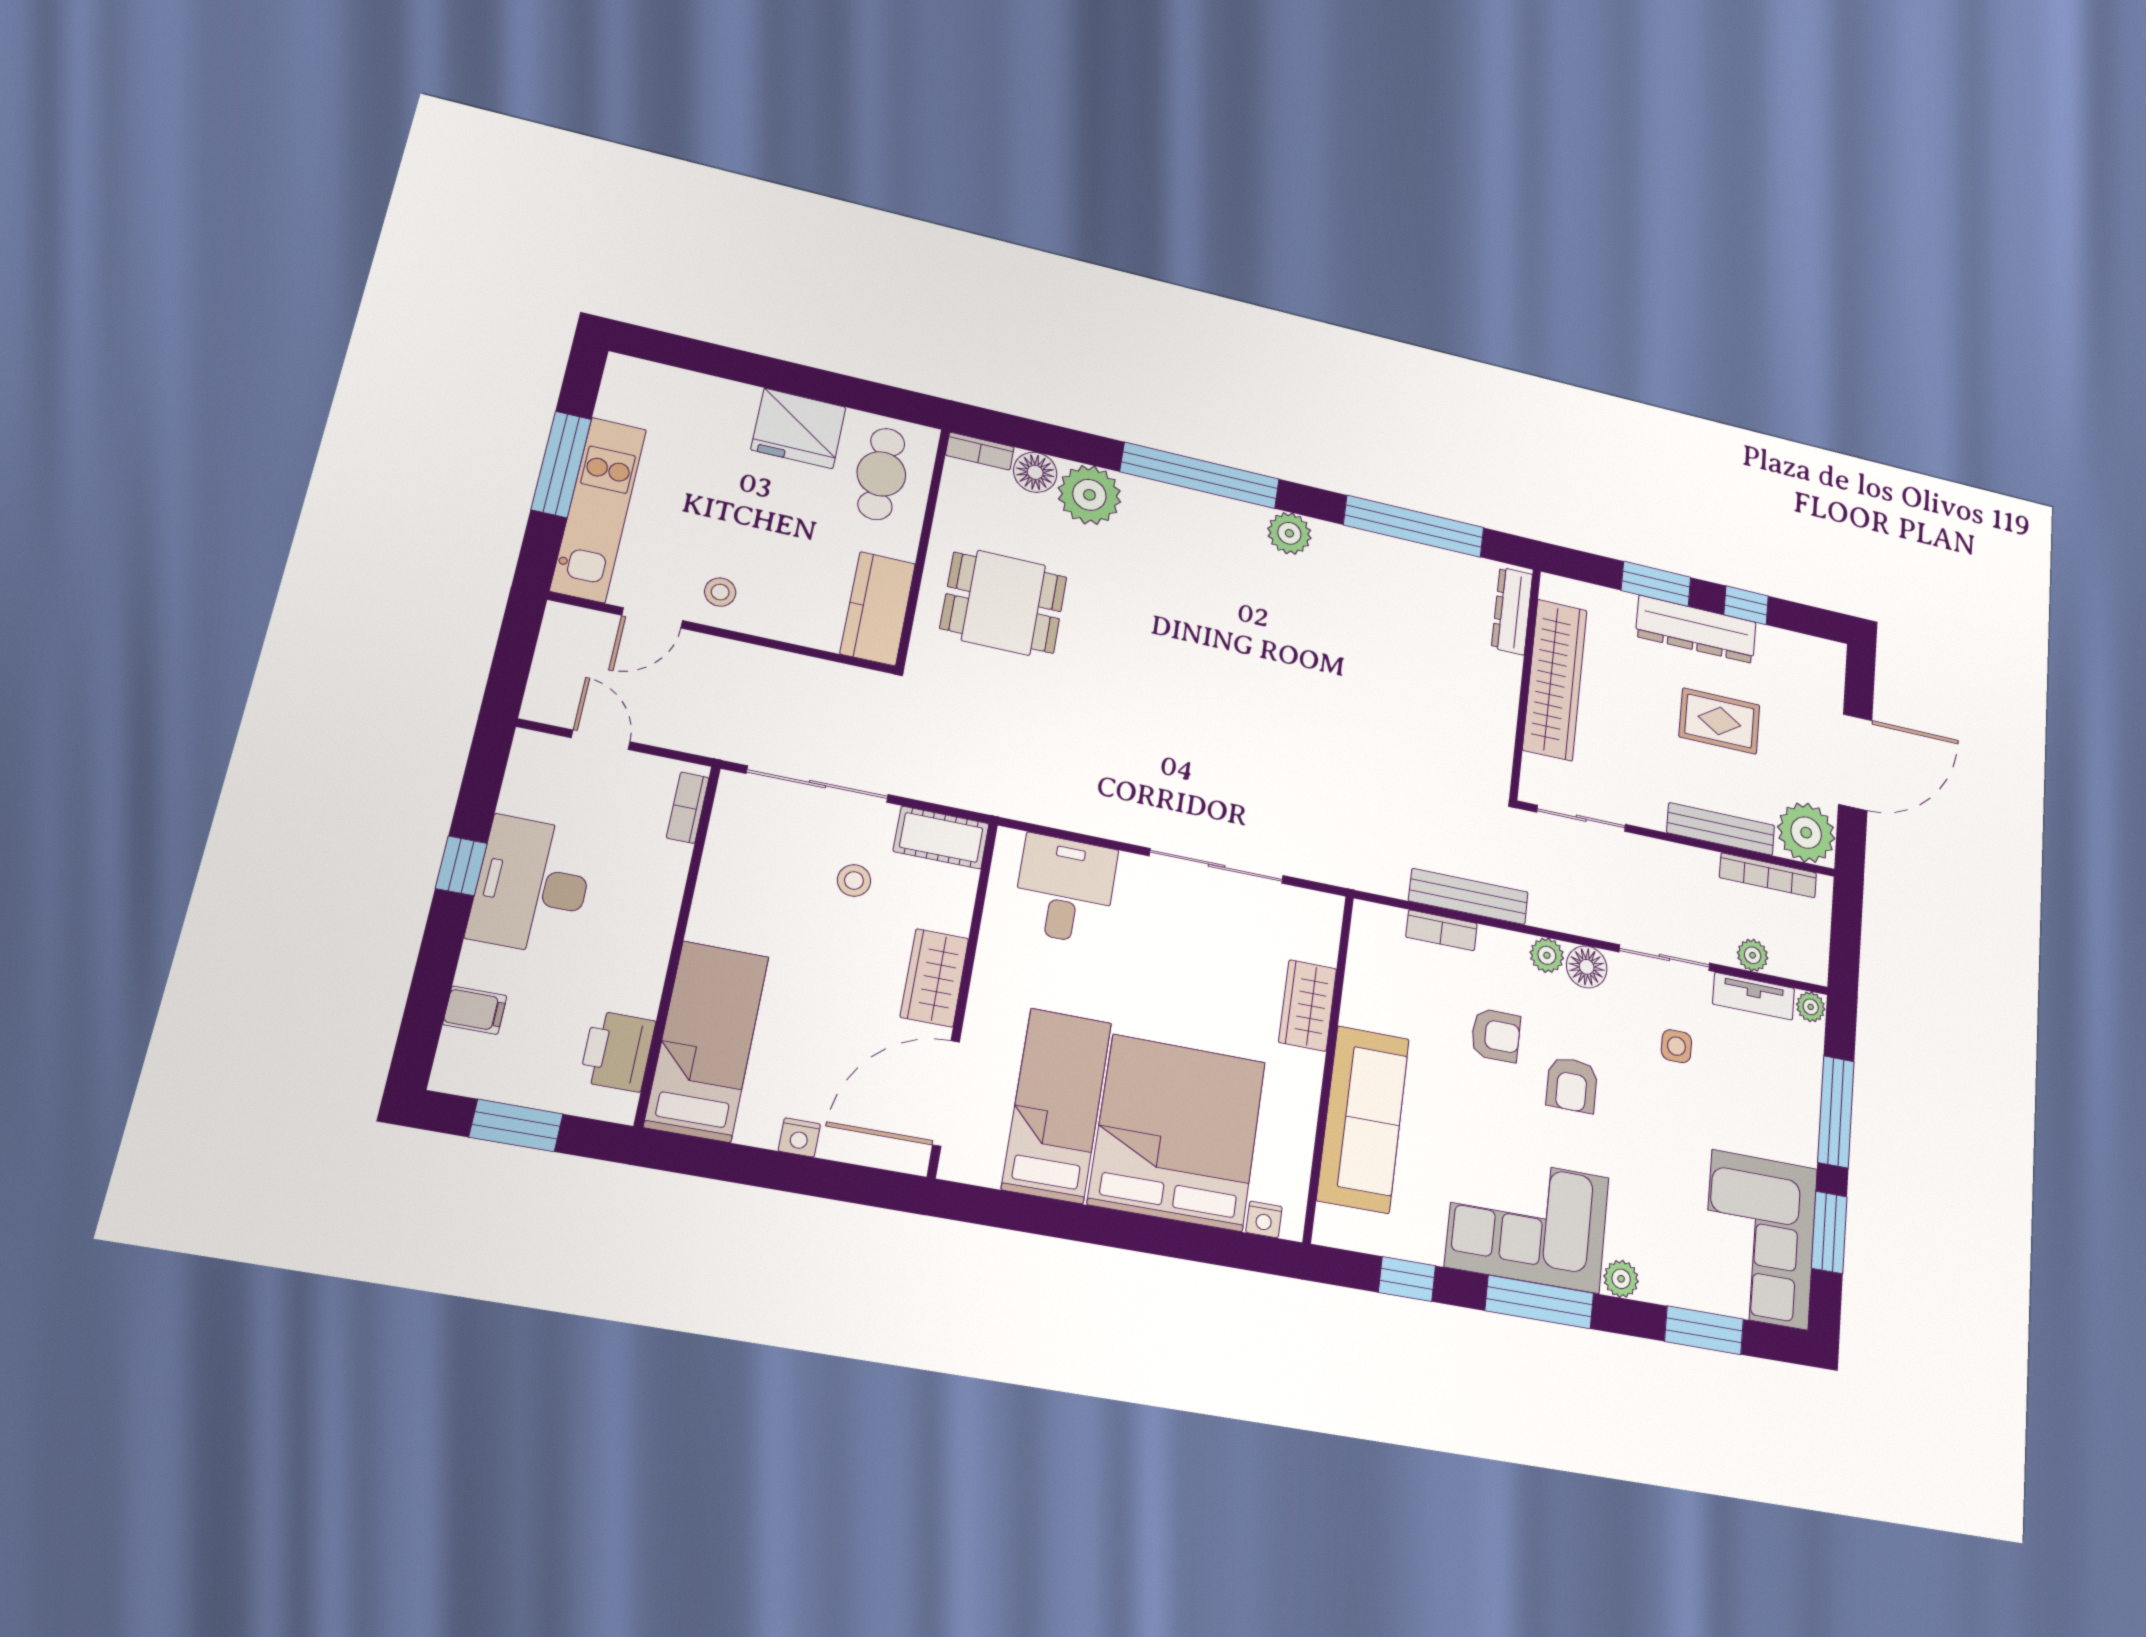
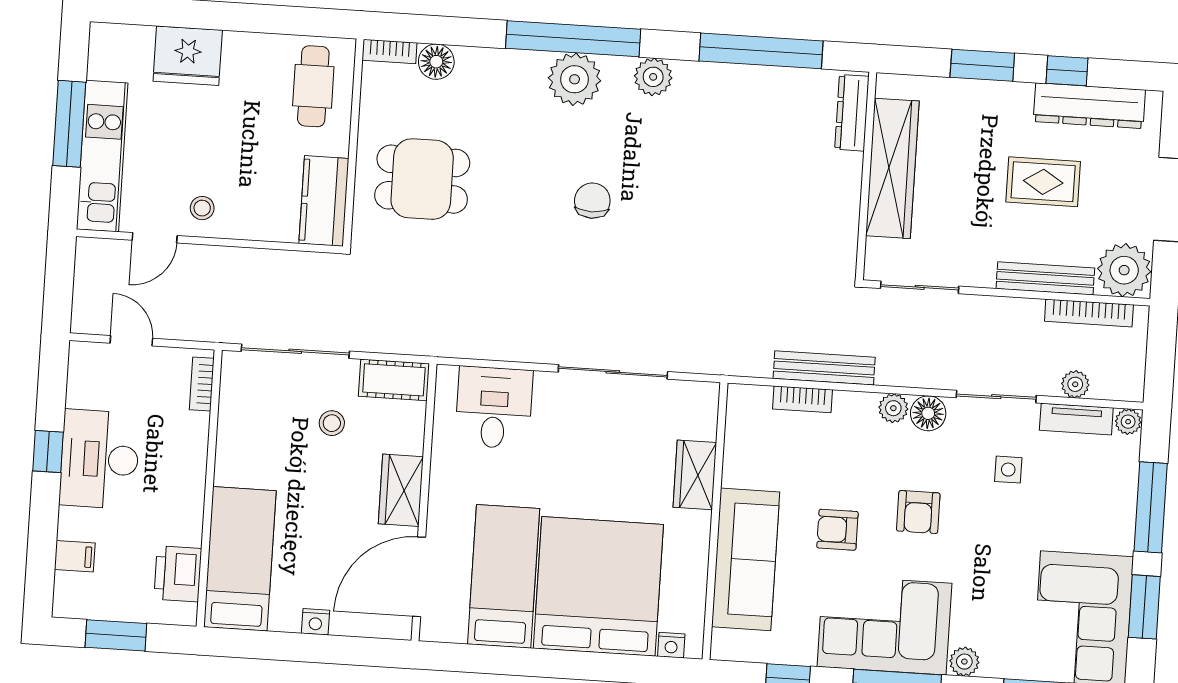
fridge: (798, 428) -> (188, 56), moved
plant: (1089, 495) -> (575, 79), moved
dresser: (1696, 629) -> (1089, 106), moved
chair: (1208, 660) -> (592, 201), added
armchair: (1496, 1035) -> (837, 530), moved, turned 180

